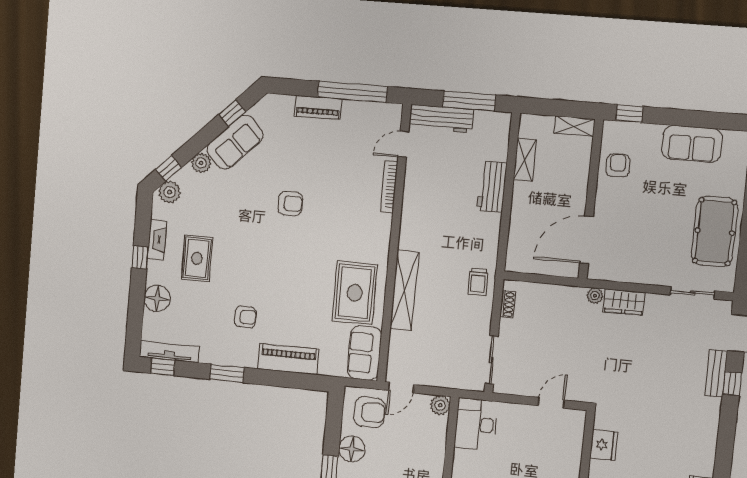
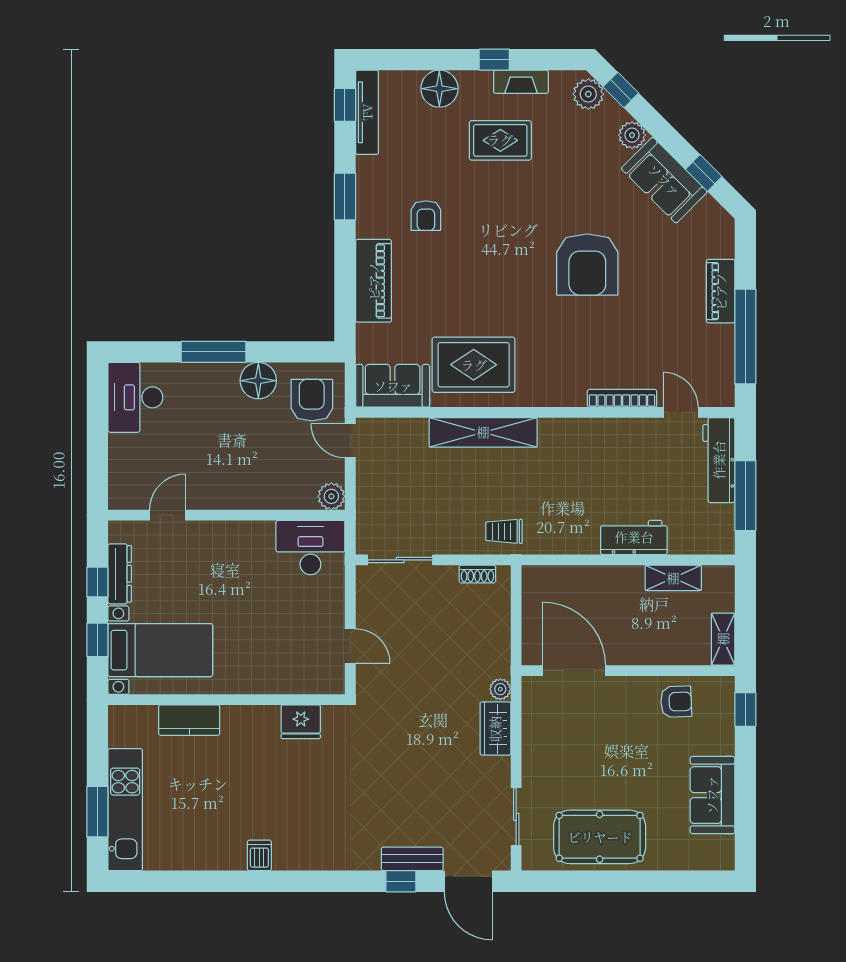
armchair: (290, 203) -> (587, 264), width x1.88, depth x1.88
armchair: (369, 412) -> (312, 400), turned 180

